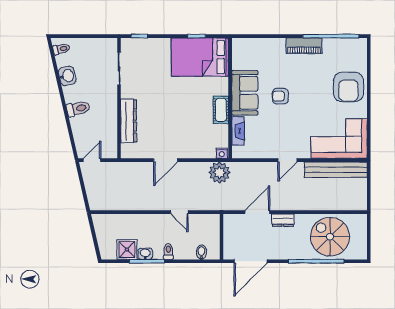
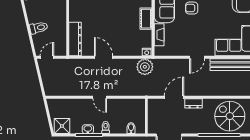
toilet: (78, 109) -> (39, 28), moved
dresser: (129, 121) -> (75, 39), moved
door: (166, 160) -> (104, 57), swing flipped
door: (179, 212) -> (100, 97), moved
shower: (127, 250) -> (62, 126), moved

